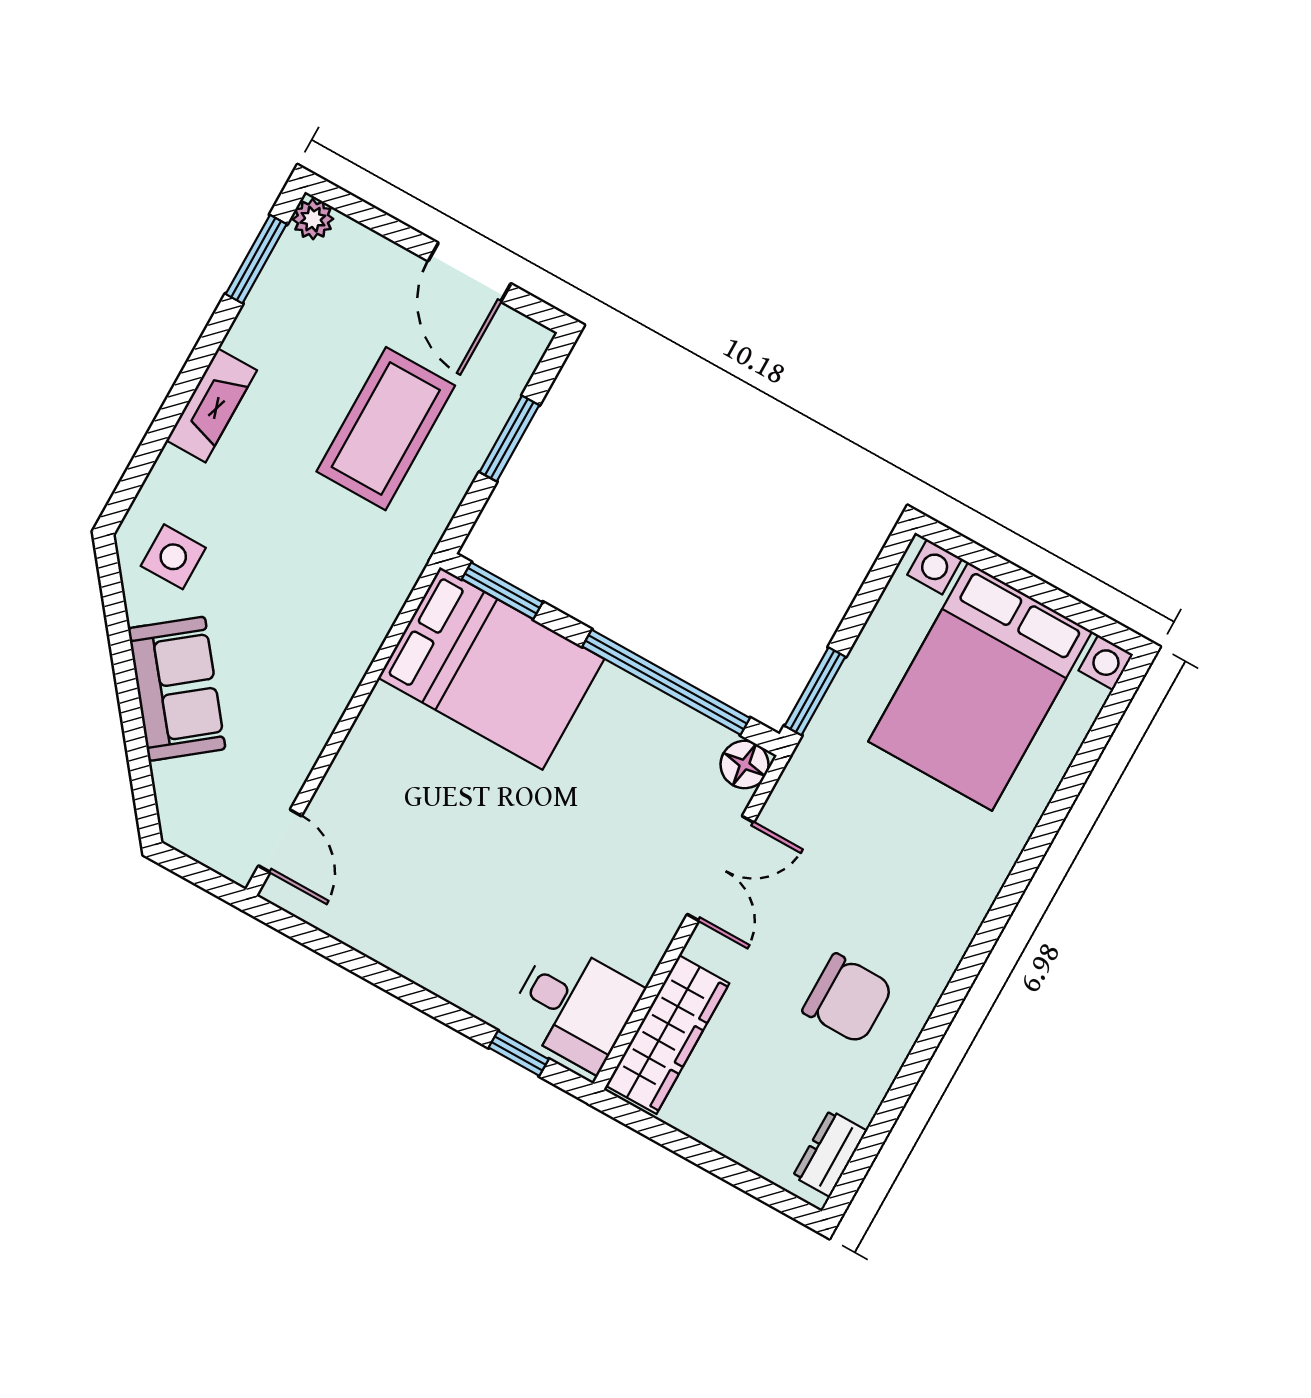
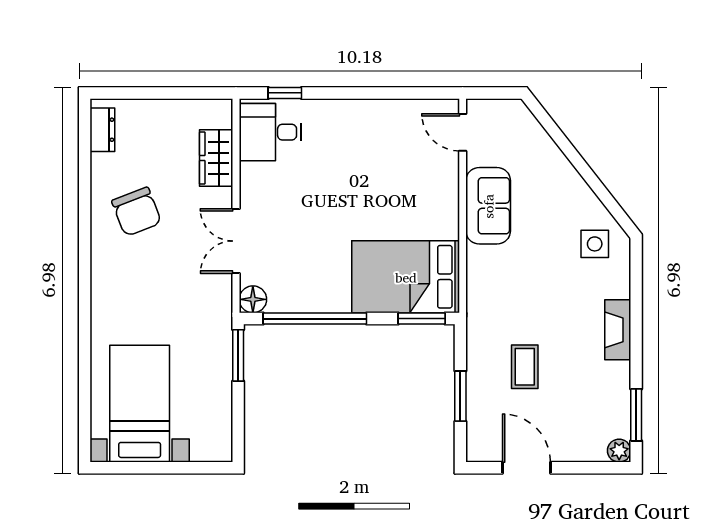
coffee table: (386, 429) -> (525, 367), width x0.54, depth x0.58
bed with nightstands: (980, 687) -> (140, 404), width x0.73
sofa: (177, 689) -> (488, 206), moved, turned -142
chair: (848, 999) -> (137, 212), turned -111
wardrobe: (668, 1034) -> (216, 158), width x0.67

